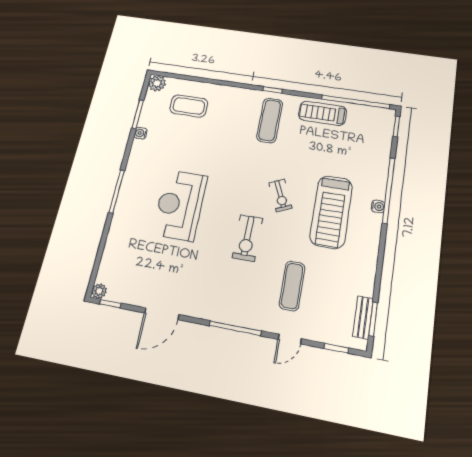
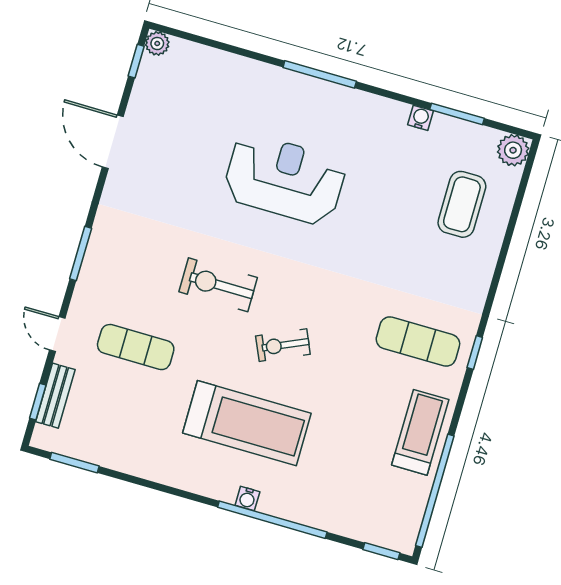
treadmill: (331, 212) -> (247, 423), turned 180
bench: (363, 317) -> (55, 396), moved, turned 90
window: (235, 328) -> (81, 254), width x0.69

